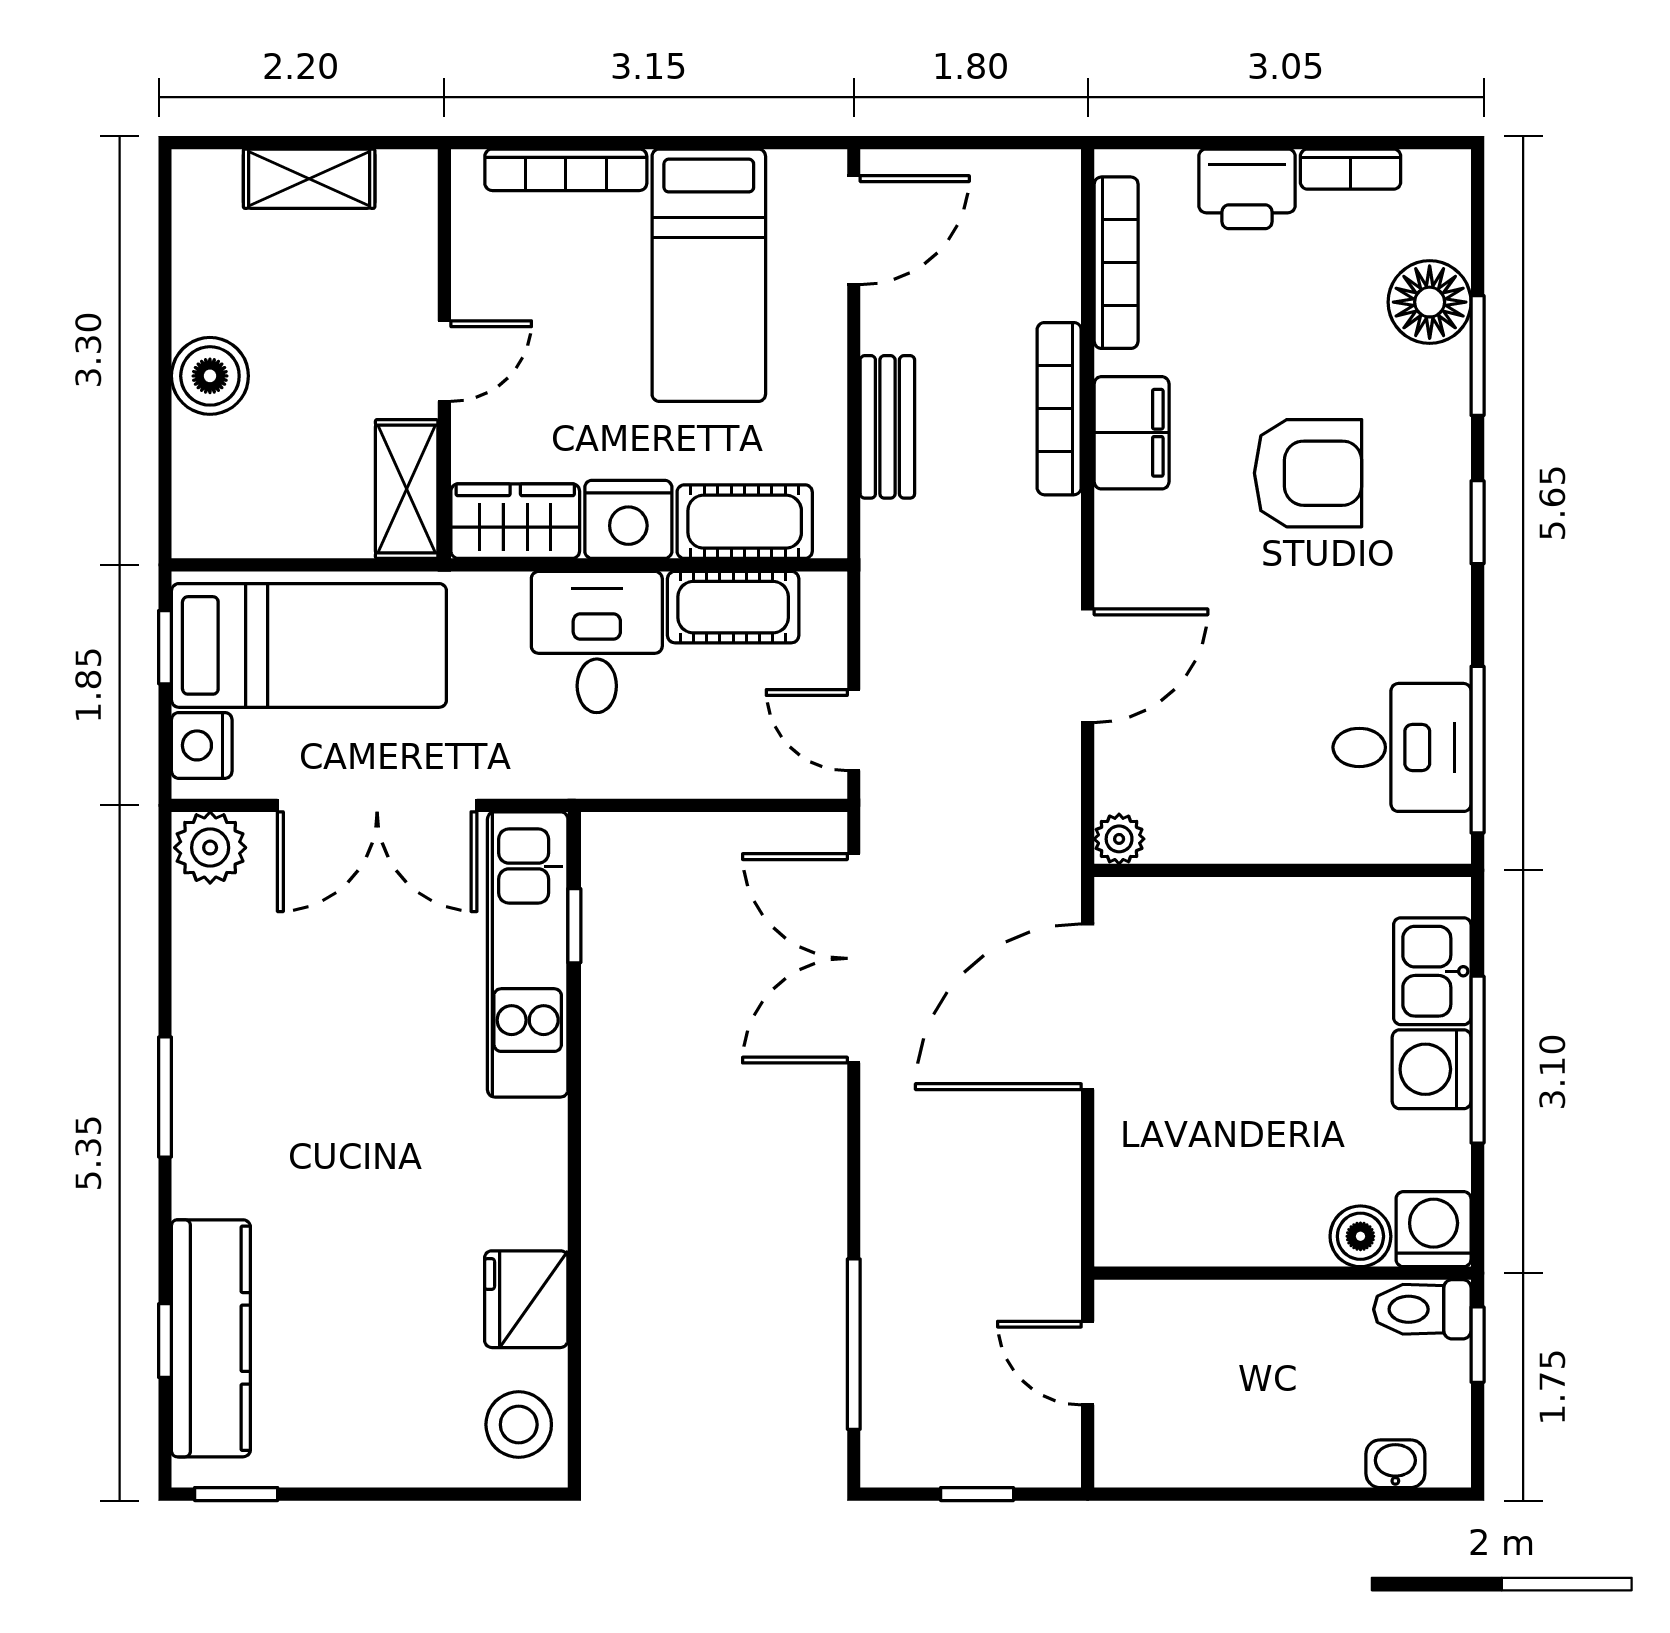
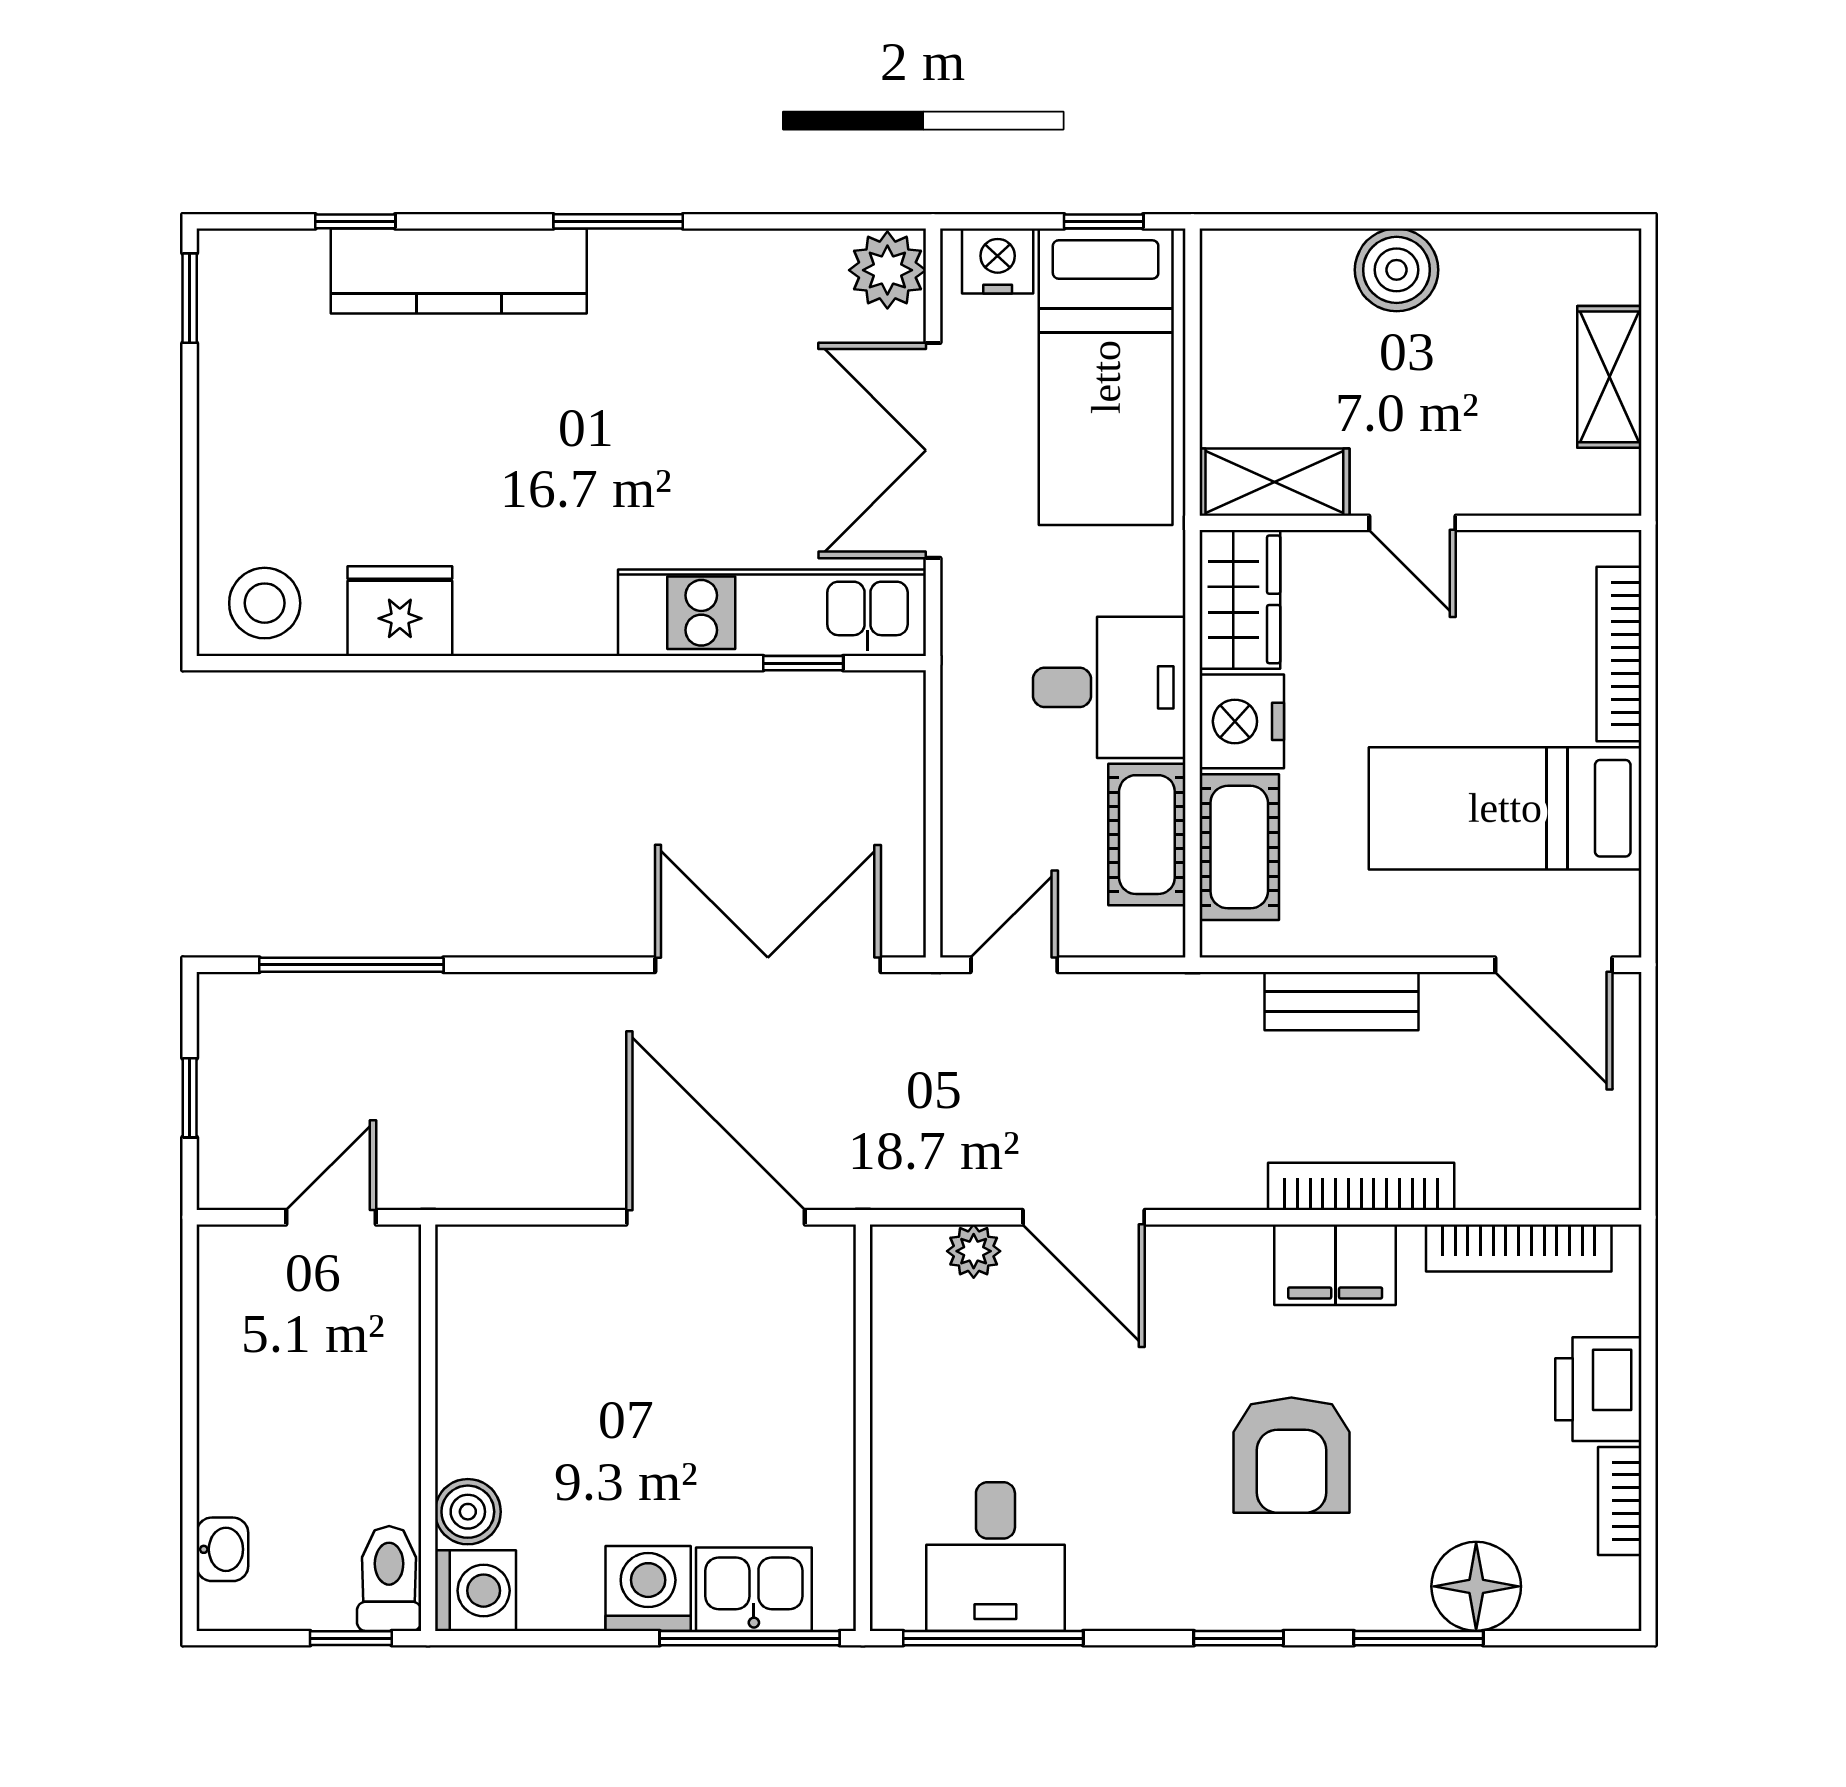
plant: (1119, 839) -> (974, 1251), moved
window: (1478, 1060) -> (750, 1638), moved
kitchen counter: (211, 1338) -> (459, 271), moved

